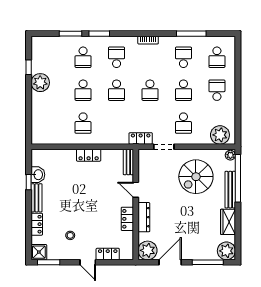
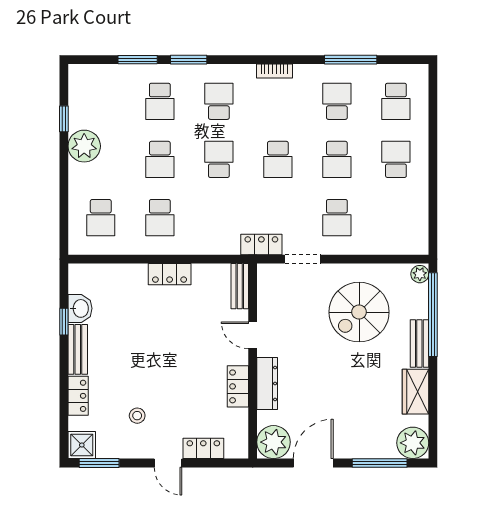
school desk: (117, 90) -> (219, 159), turned 180
school desk: (50, 123) -> (101, 218), added
plant: (220, 135) -> (401, 238), removed
bench: (230, 190) -> (419, 344), width x0.73

